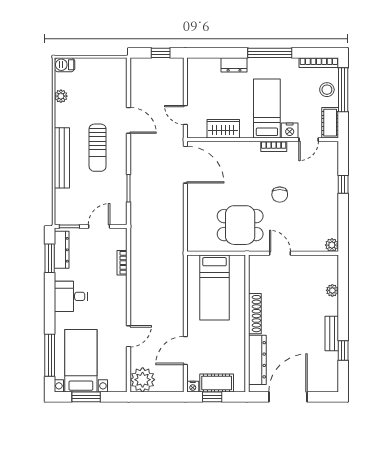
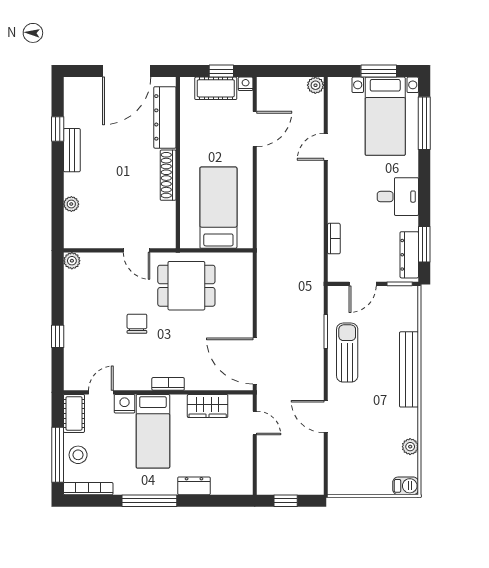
bookcase: (274, 146) -> (168, 384), moved
sun lounger: (98, 148) -> (347, 353), moved
plant: (143, 380) -> (315, 85), width x0.53, depth x0.53

